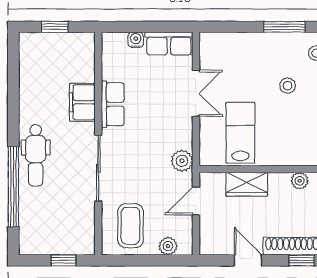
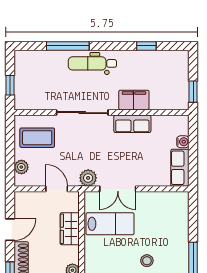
window: (55, 27) -> (193, 92), moved
window: (13, 86) -> (146, 46), added
double door: (196, 93) -> (118, 189), moved
window: (13, 187) -> (68, 46), width x0.68

